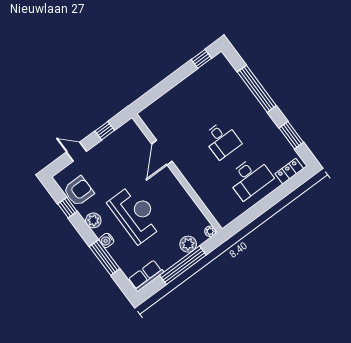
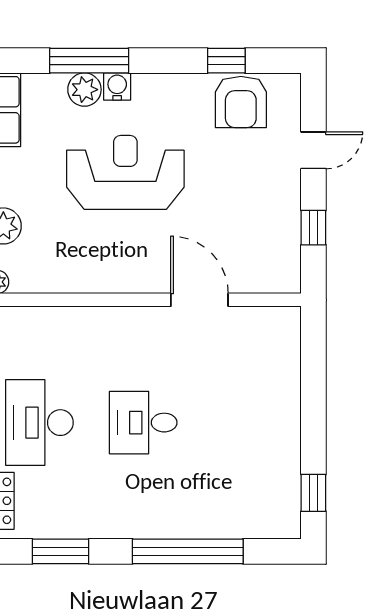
reception desk: (136, 214) -> (125, 172), turned 180
plant: (93, 220) -> (84, 90), moved

